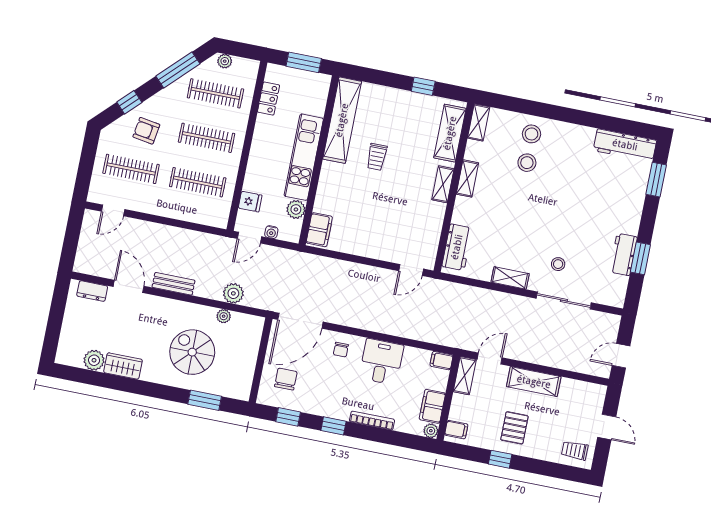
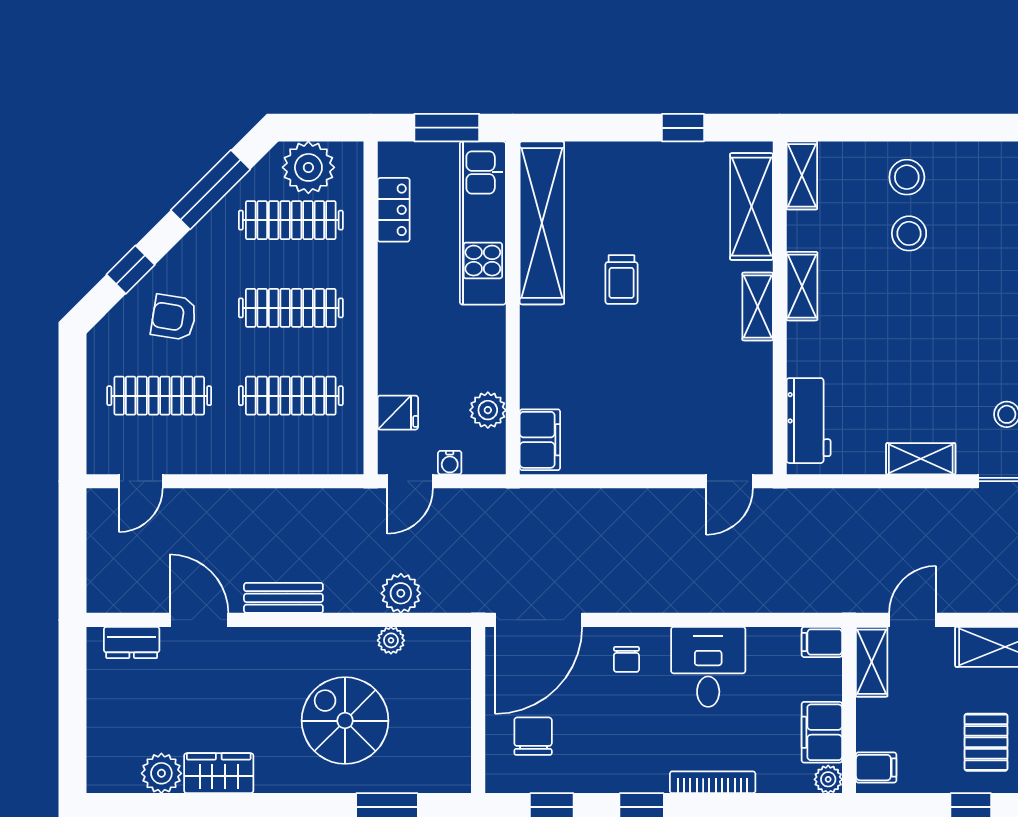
plant: (225, 61) -> (308, 167), width x1.88, depth x1.88
kitchen unit: (304, 157) -> (483, 223), moved

